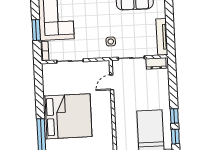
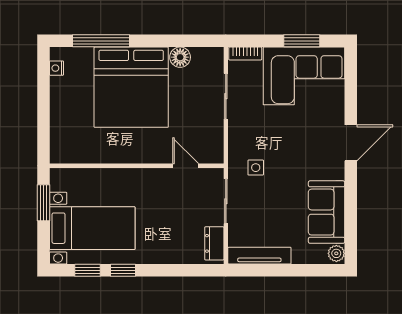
window: (36, 30) -> (302, 41), moved
floor lamp: (49, 89) -> (180, 57), added

